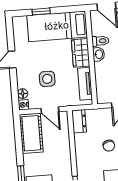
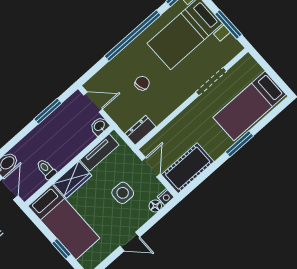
washbasin: (99, 54) -> (100, 126), moved

